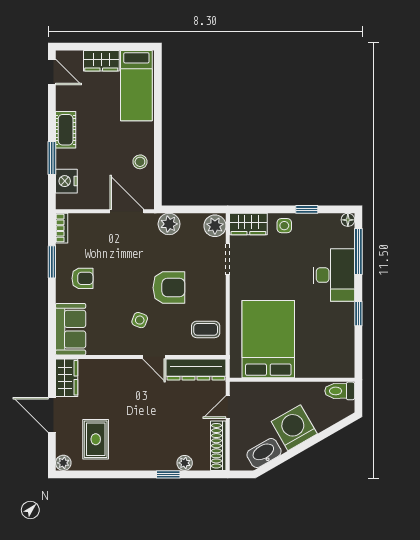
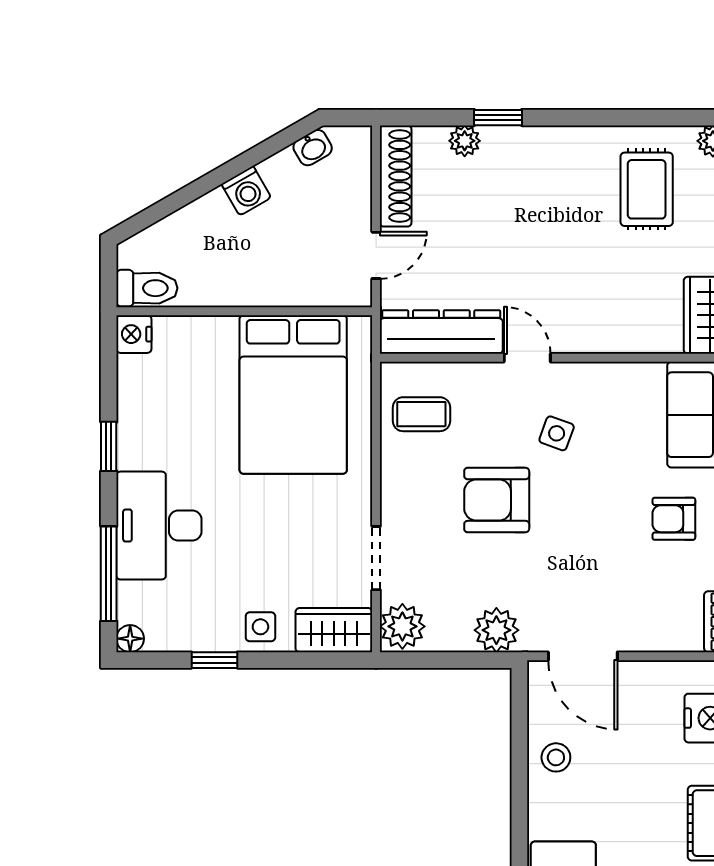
nightstand: (346, 369) -> (134, 334), added
washing machine: (294, 428) -> (246, 191), width x0.53, depth x0.53
washbasin: (264, 453) -> (313, 148), width x0.52, depth x0.69

